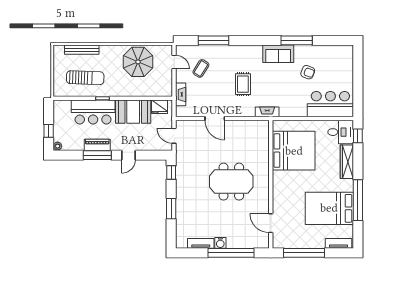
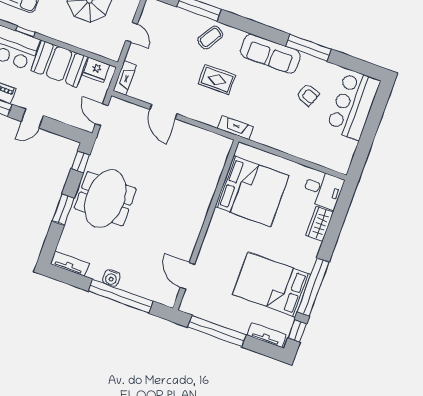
sofa: (278, 54) -> (270, 54), width x1.36
door: (174, 62) -> (132, 32), moved
coffee table: (201, 68) -> (210, 37), moved
rug: (243, 84) -> (217, 80), turned 90
fireplace: (181, 94) -> (125, 78), moved
bar counter: (330, 104) -> (353, 105), moved, turned -90
window: (358, 136) -> (297, 331), moved
wardrobe: (347, 162) -> (320, 224), width x0.67
meeting table: (231, 182) -> (105, 199), moved, turned 90
tv unit: (201, 243) -> (70, 264), moved

